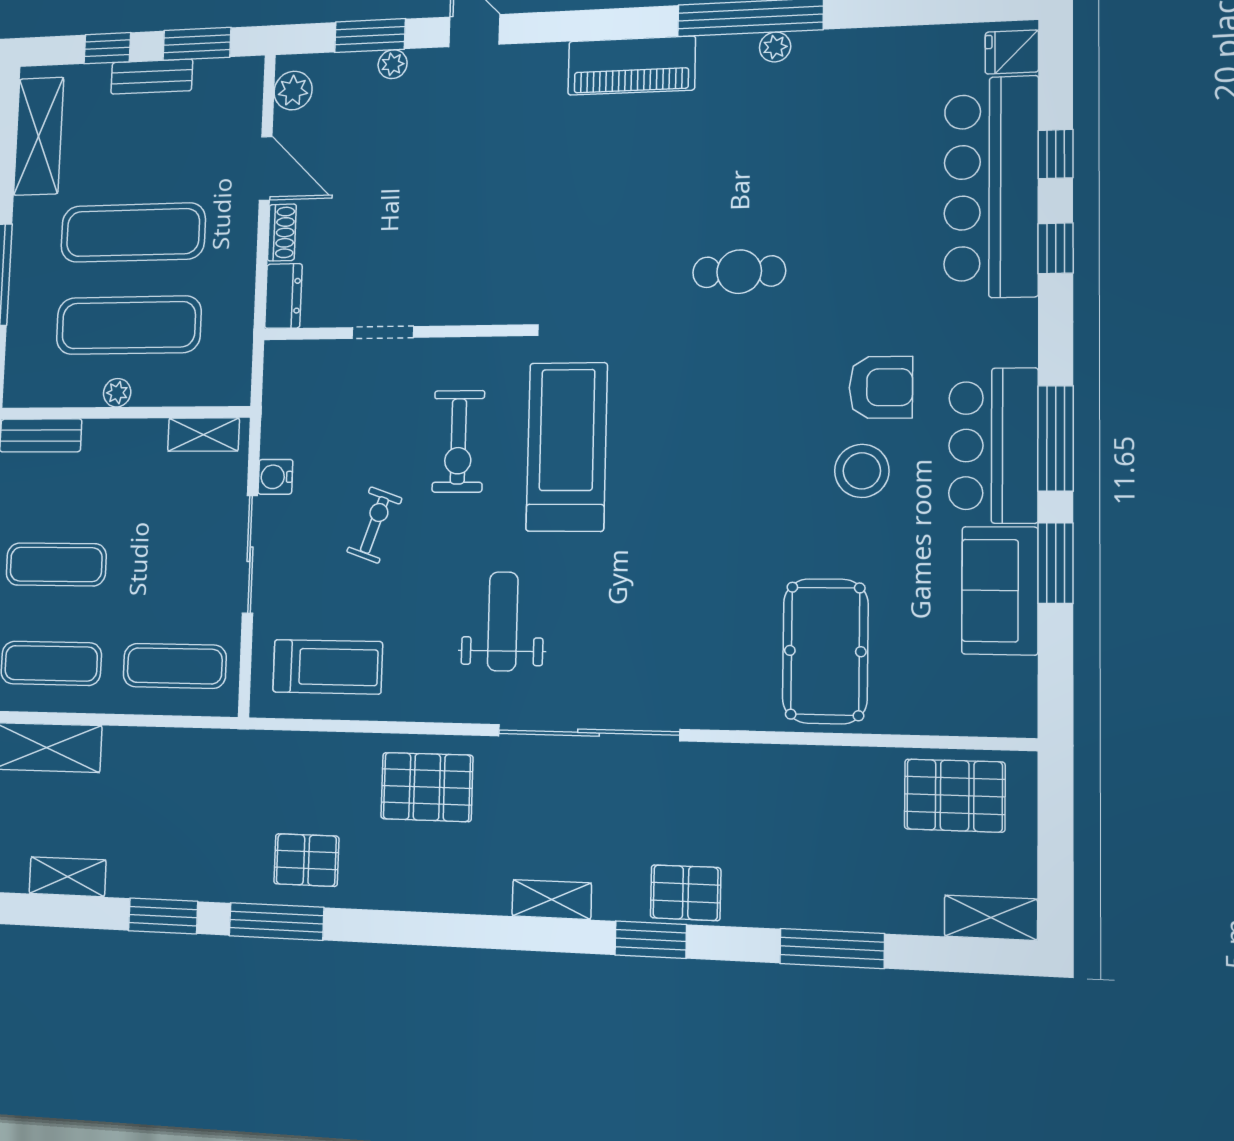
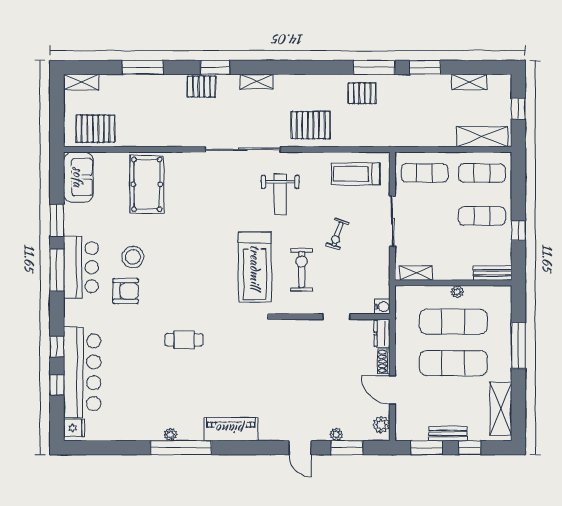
armchair: (881, 387) -> (126, 291), turned 180
water cooler: (275, 477) -> (382, 307), moved
sofa: (1000, 591) -> (78, 177), moved

